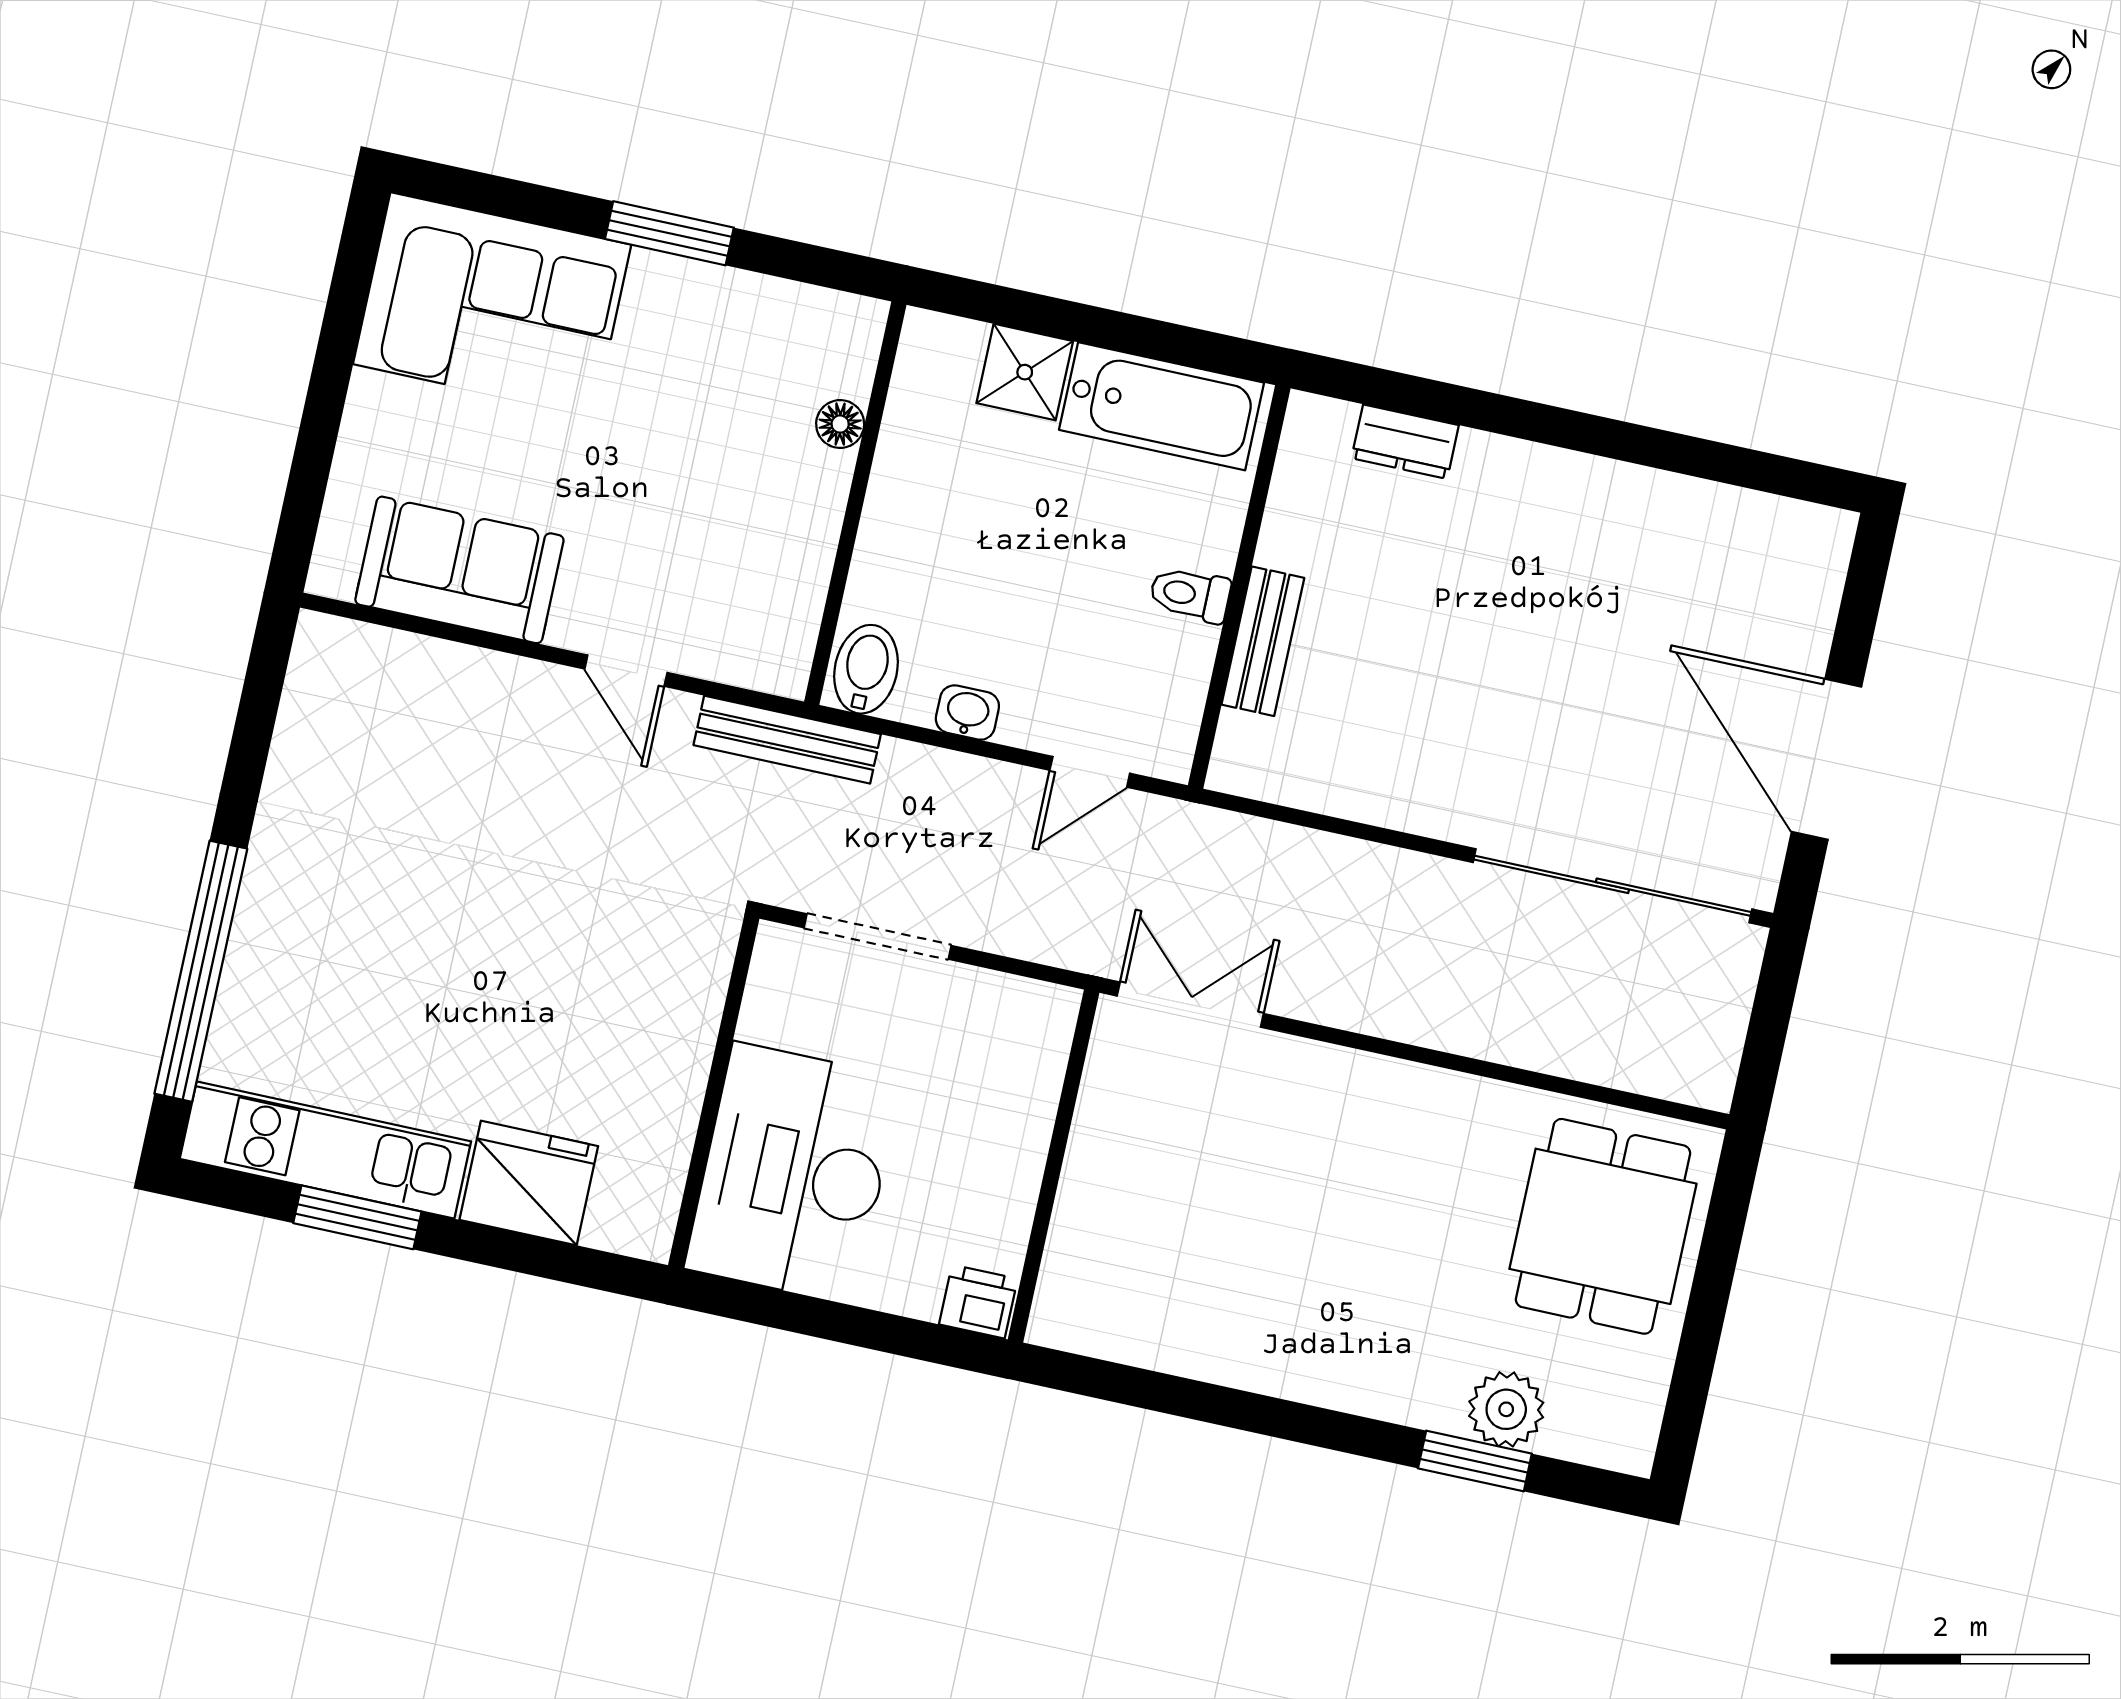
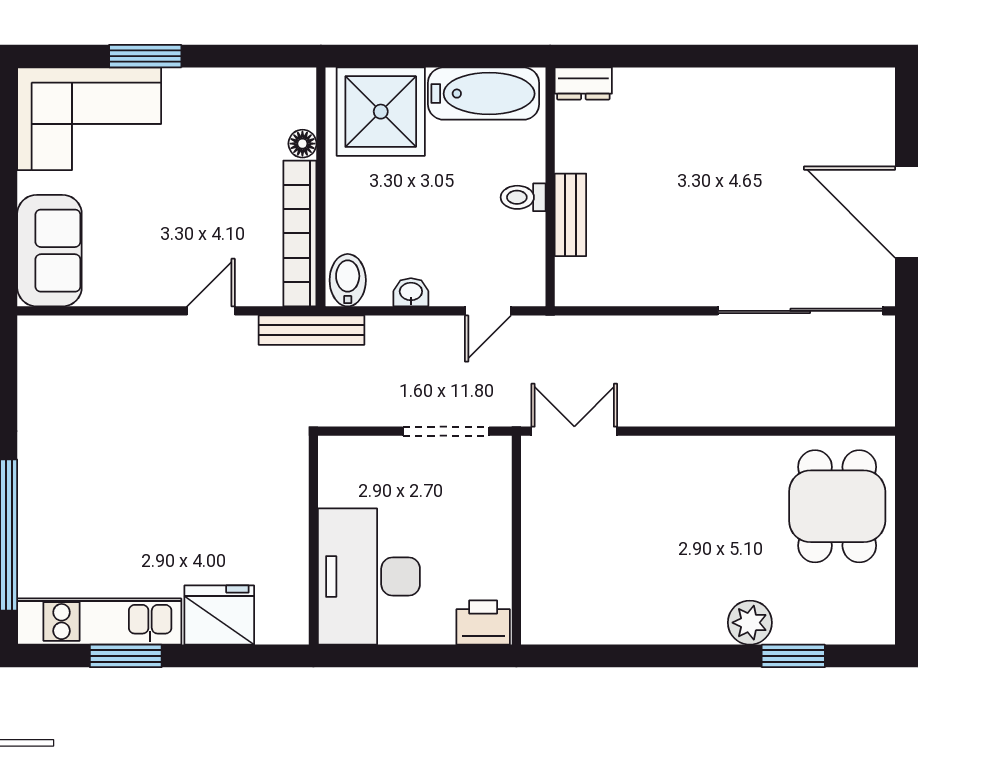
window: (669, 233) -> (145, 56), moved
shower: (1025, 372) -> (381, 112), width x1.86, depth x1.86
dresser: (1405, 442) -> (583, 83), moved
sofa: (459, 570) -> (49, 251), moved, turned 90
bookcase: (803, 574) -> (300, 233), added
door: (626, 671) -> (211, 311), swing flipped
doorway: (878, 937) -> (446, 431), moved
printer: (978, 1302) -> (483, 622), width x1.36, depth x1.24
plant: (1506, 1409) -> (750, 623), moved

